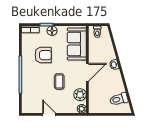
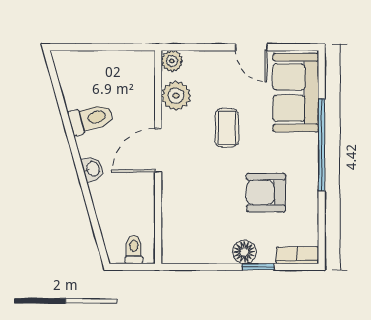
sofa: (77, 44) -> (296, 93), moved, turned 180
toilet: (119, 99) -> (91, 119), moved

